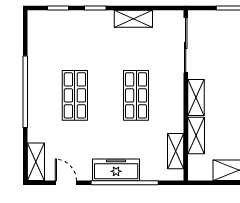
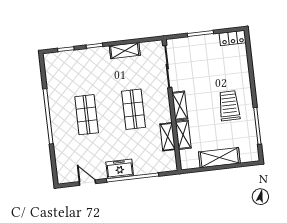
shelving: (176, 151) -> (167, 137), moved
shelving: (36, 162) -> (62, 169), removed
freezer: (116, 170) -> (120, 169), width x0.71

